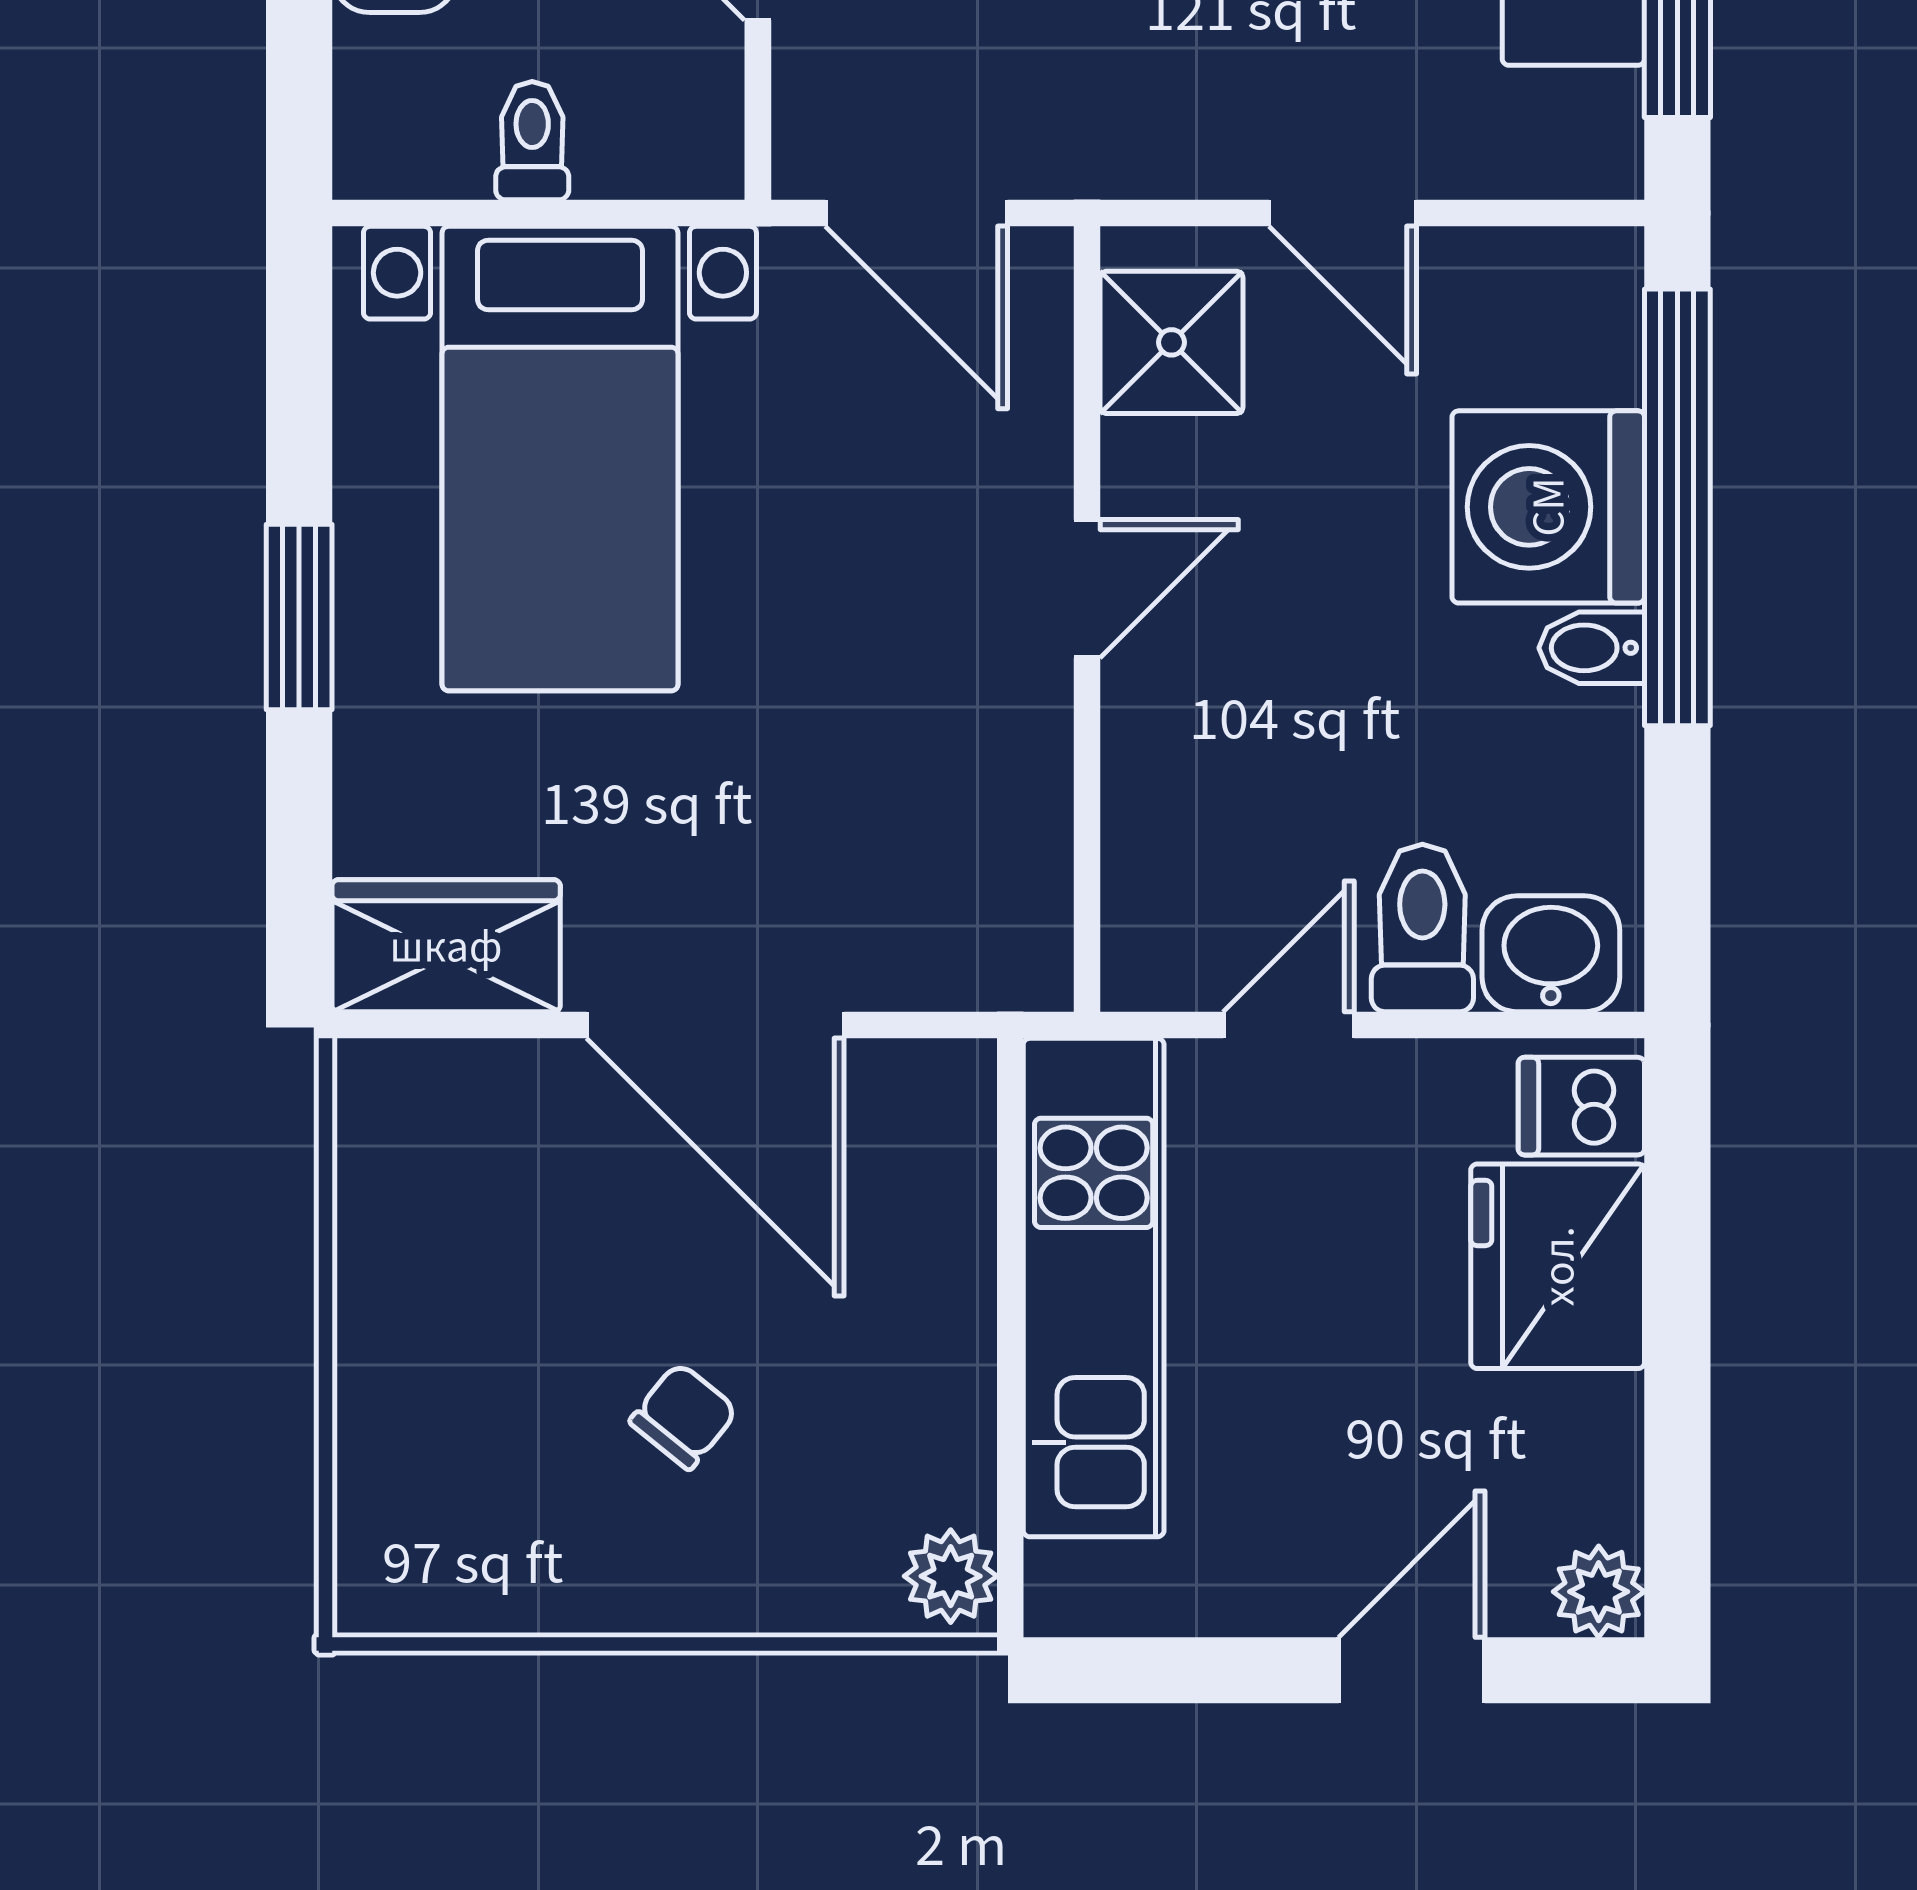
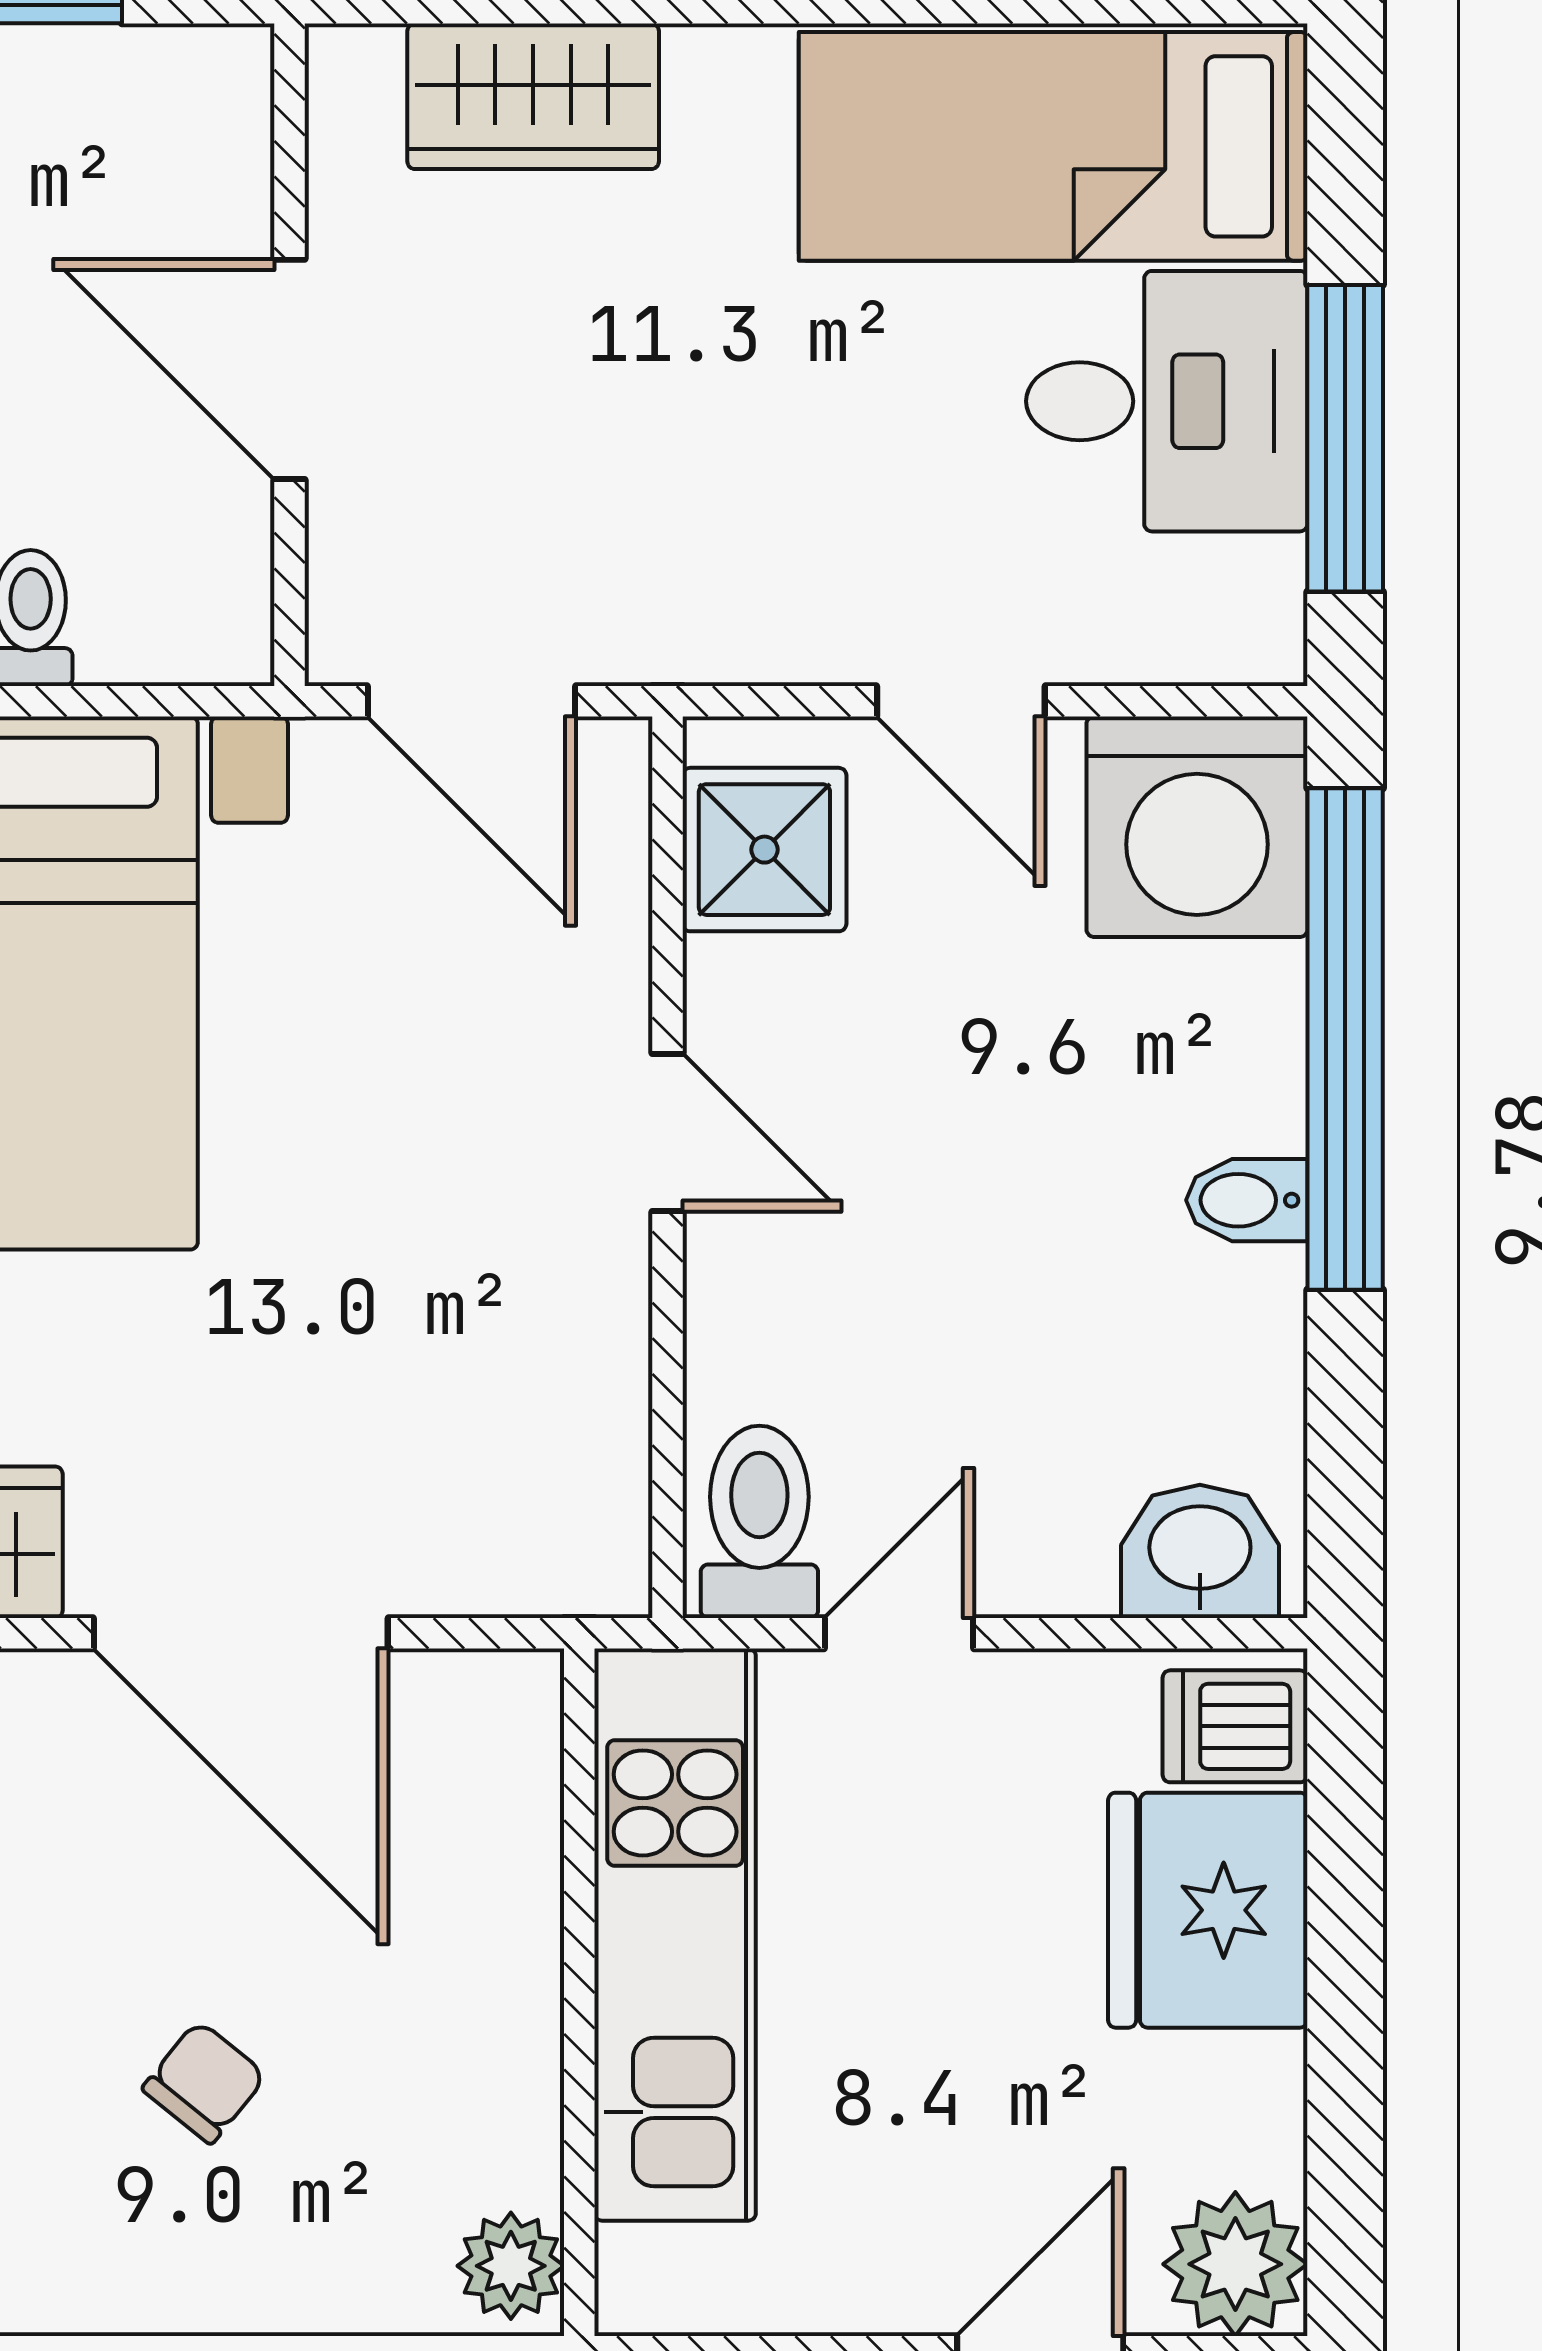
washing machine: (1548, 507) -> (1197, 827), moved, turned -90
door: (1087, 589) -> (667, 1132), hinge flipped
toilet: (1422, 928) -> (759, 1522), moved
plant: (1599, 1592) -> (1235, 2264), width x1.38, depth x1.38

